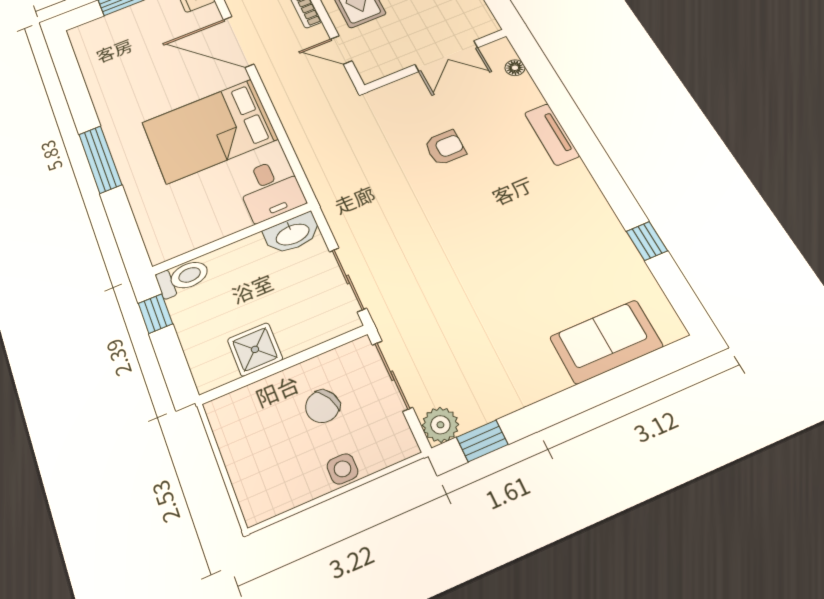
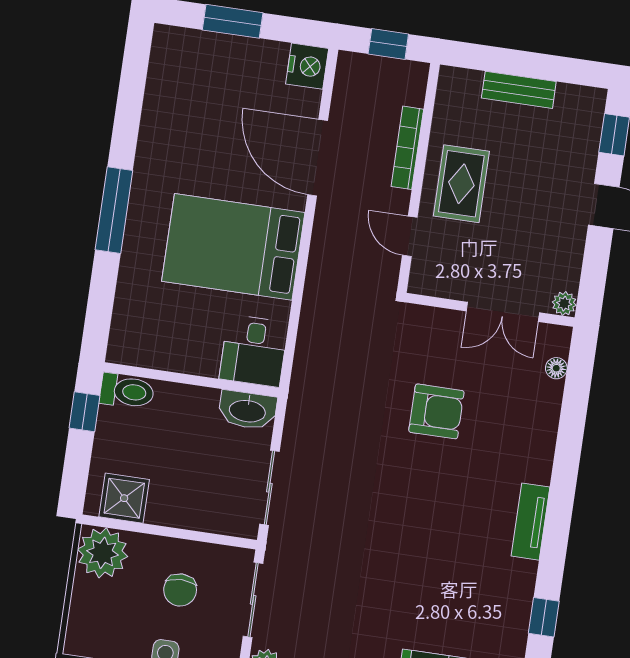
plant: (488, 26) -> (564, 304), added
tv unit: (552, 134) -> (530, 522), moved
armchair: (445, 148) -> (436, 411), width x1.38, depth x1.38
shower: (255, 349) -> (124, 498), moved
chair: (322, 406) -> (180, 590), turned -63
plant: (235, 417) -> (103, 553), added

